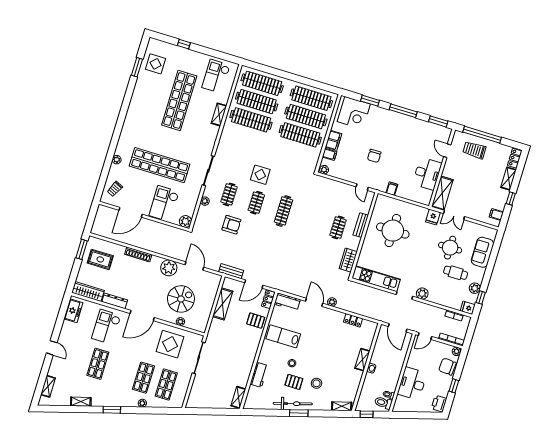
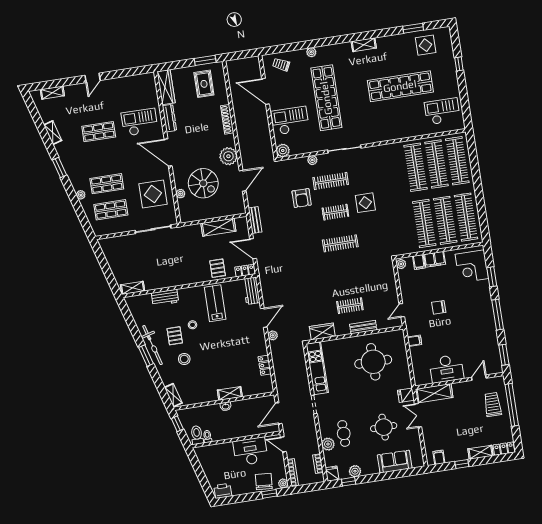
shelving: (219, 115) -> (364, 45), moved
clothes rail: (229, 194) -> (331, 181), width x1.36
cafe table: (456, 273) -> (344, 433), moved
plant: (422, 294) -> (328, 444), moved
freezer: (73, 311) -> (140, 82), removed
desk: (412, 384) -> (251, 451), moved
window: (454, 386) -> (269, 494), moved

